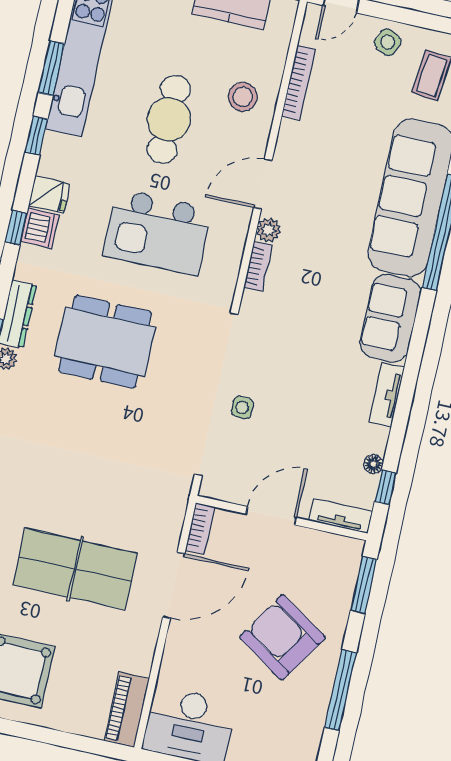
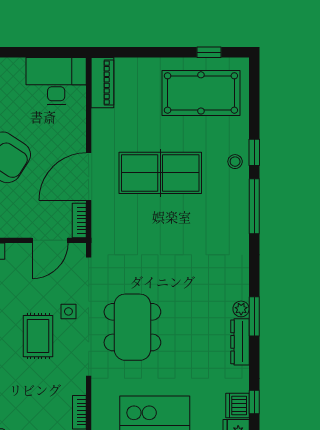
dining table: (105, 342) -> (132, 327), moved, turned 90
rug: (291, 383) -> (38, 336), added
door: (271, 516) -> (50, 240), moved

